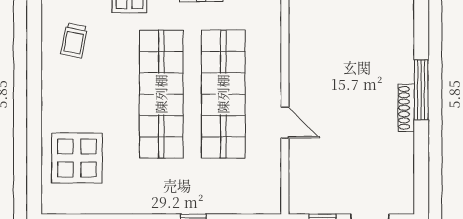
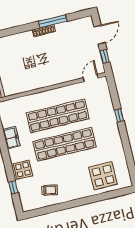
window: (421, 90) -> (53, 21), moved
door: (285, 123) -> (91, 78), moved

